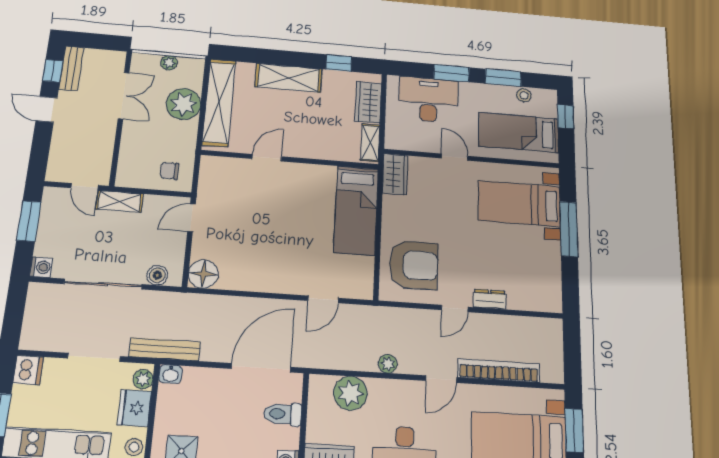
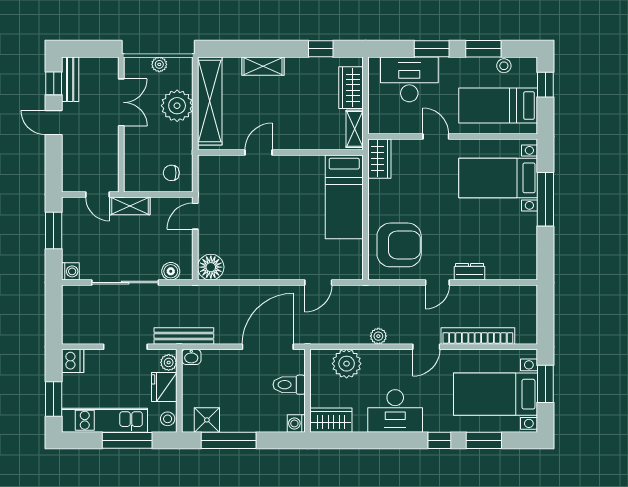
shelving: (289, 78) -> (263, 66), width x0.67, depth x0.75

